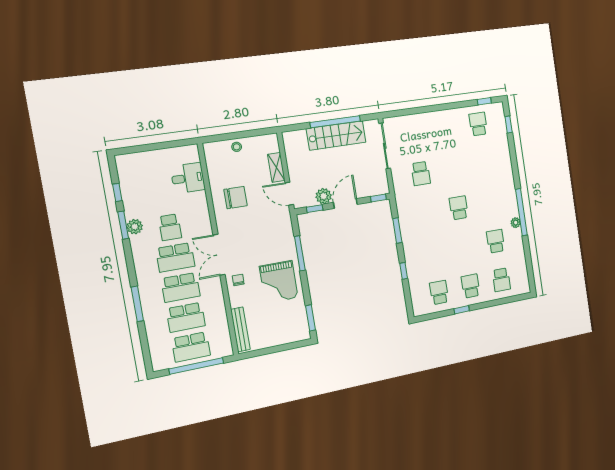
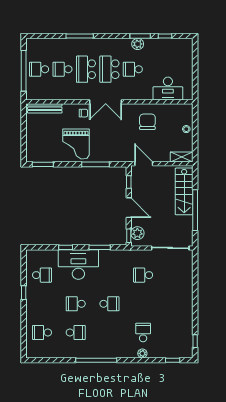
school desk: (478, 124) -> (143, 332), moved, turned -90
stairs: (336, 135) -> (184, 191), moved
shelving: (276, 167) -> (182, 157), moved
desk: (188, 178) -> (168, 89), width x1.37
door: (289, 194) -> (144, 164), hinge flipped
plant: (324, 196) -> (137, 233), moved
chair: (236, 198) -> (147, 122), turned 180
plant: (516, 223) -> (142, 353), moved
desk: (421, 252) -> (78, 265), added
double door: (219, 255) -> (106, 102), swing flipped
grand piano: (279, 282) -> (76, 144), turned -90
school desk: (471, 286) -> (76, 304), moved, turned 180
school desk: (186, 317) -> (63, 69), width x0.54
school desk: (191, 347) -> (39, 69), width x0.54

